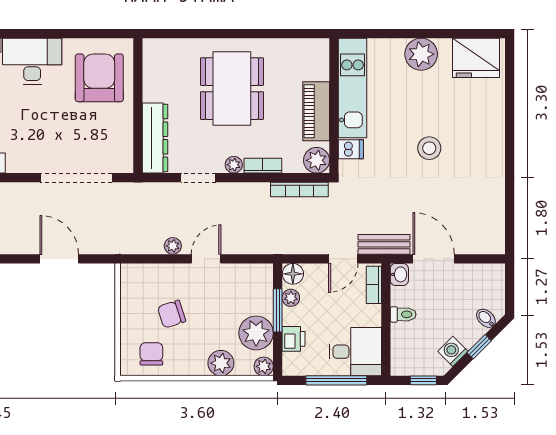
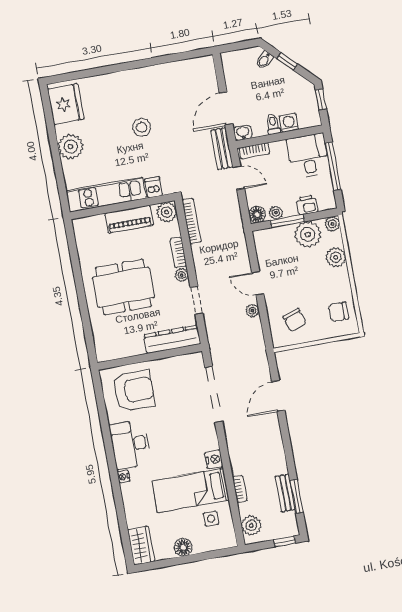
armchair: (99, 78) -> (134, 390), turned 180
chair: (172, 314) -> (295, 320), moved
washing machine: (453, 351) -> (289, 123), moved, turned 135

